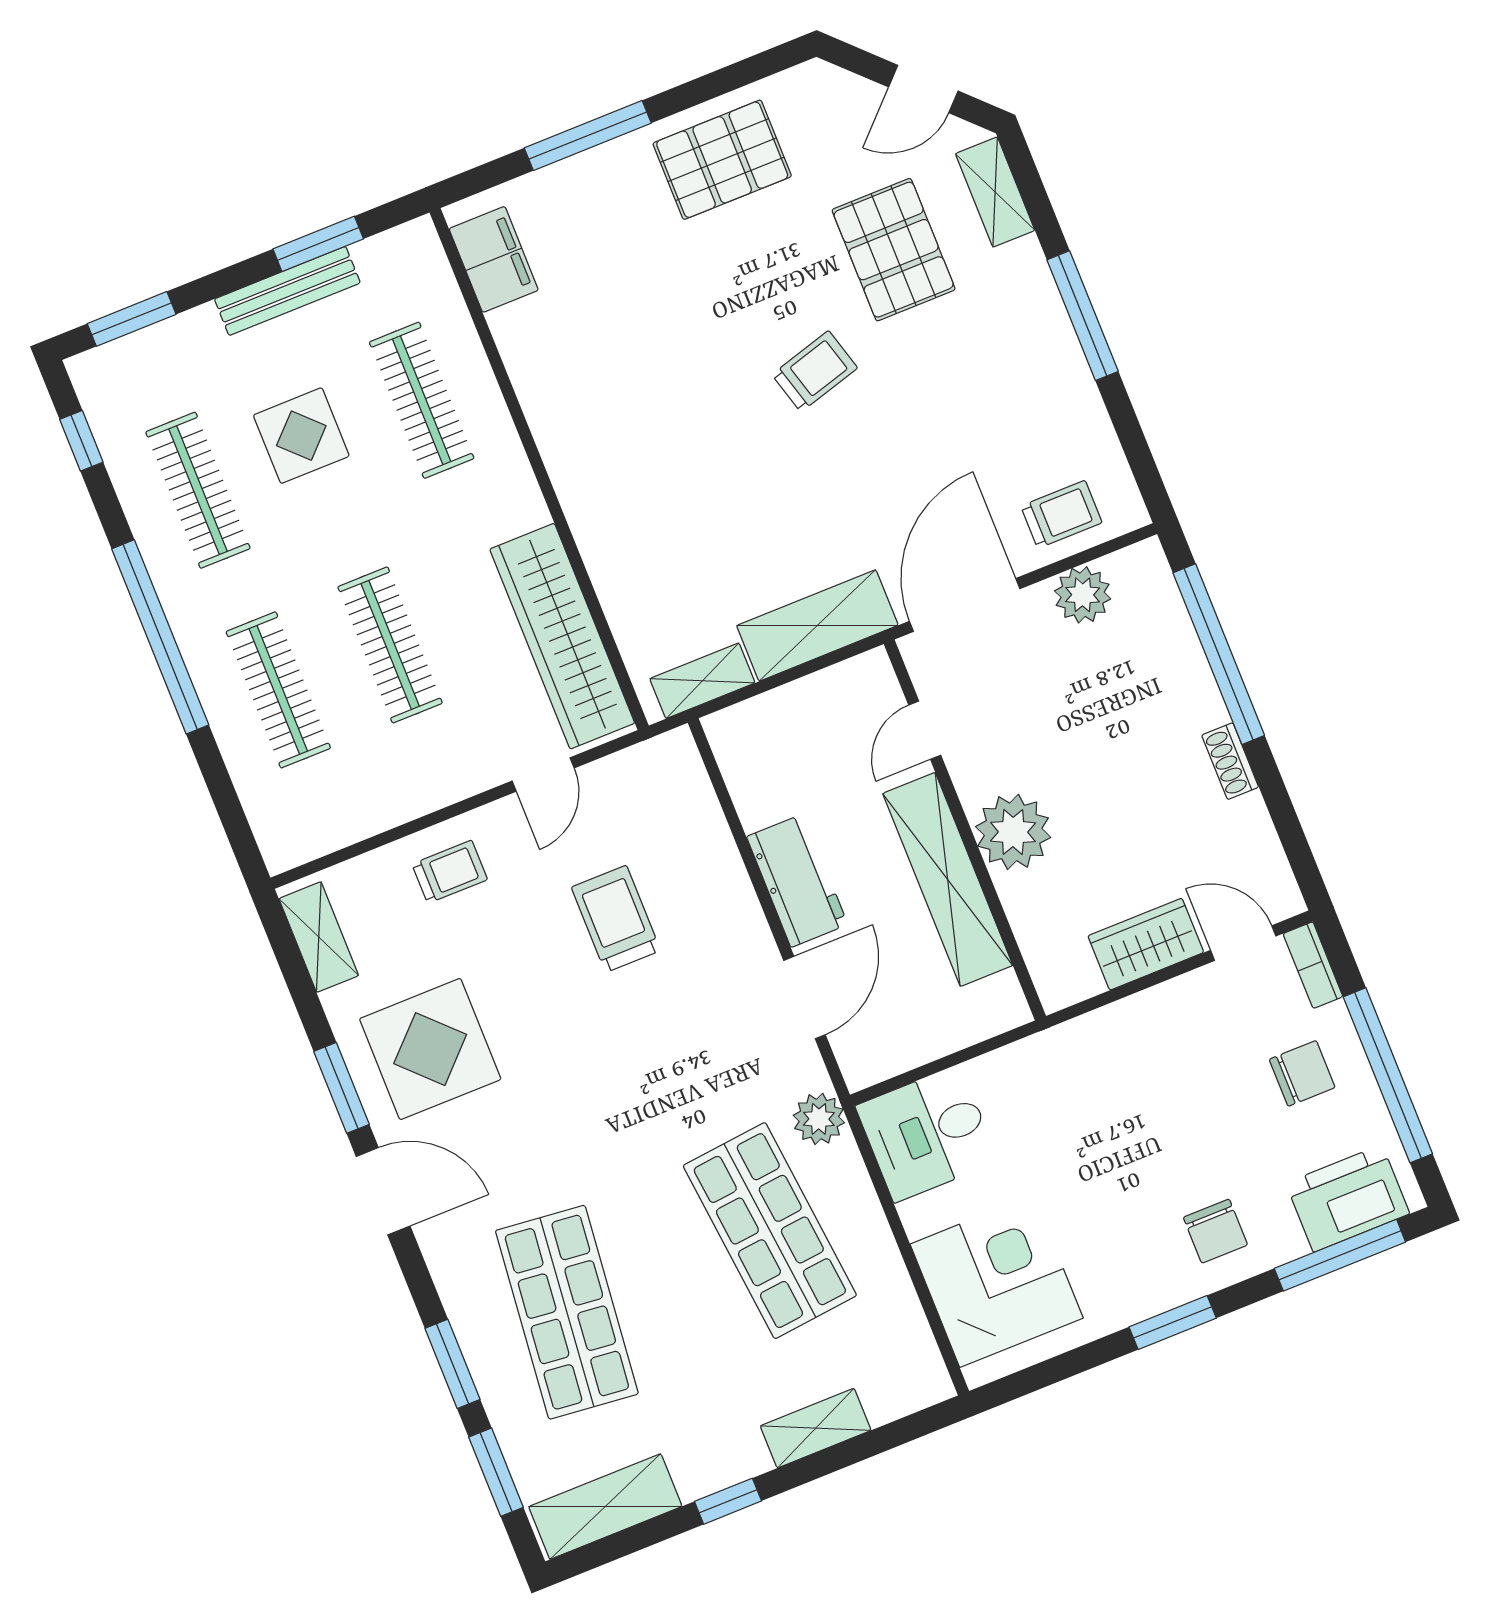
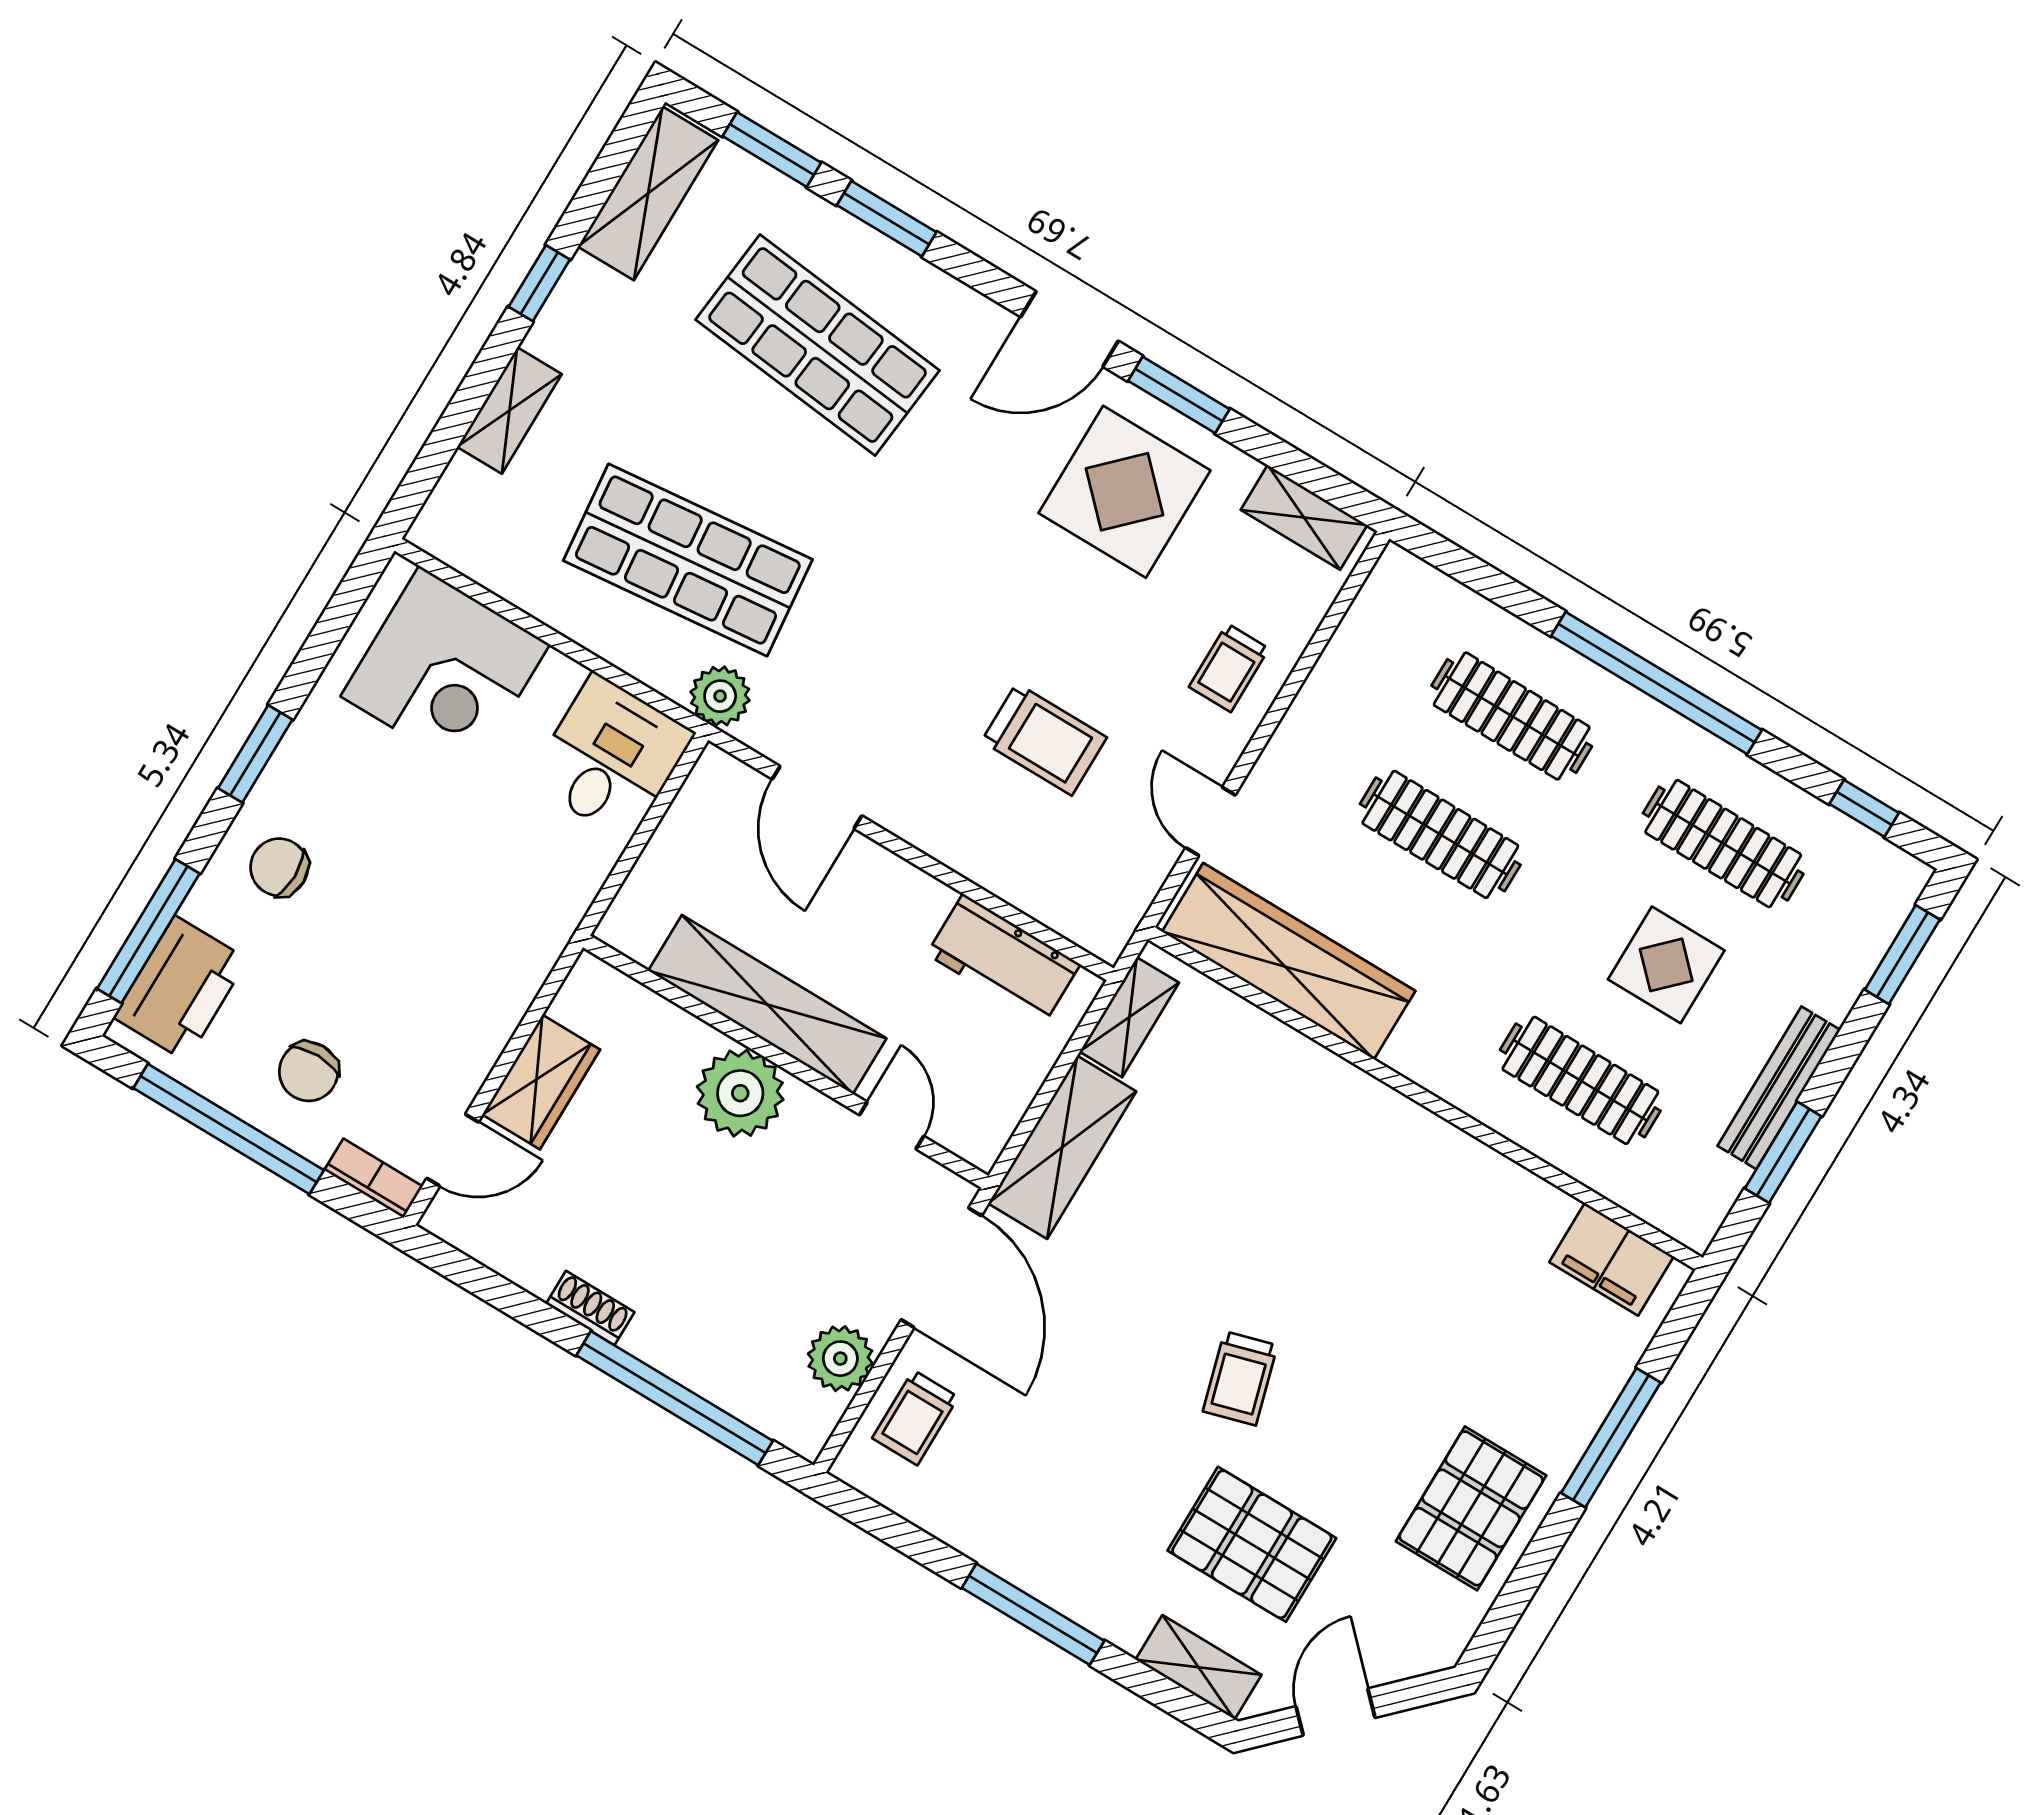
workbench: (797, 881) -> (1003, 959), moved

